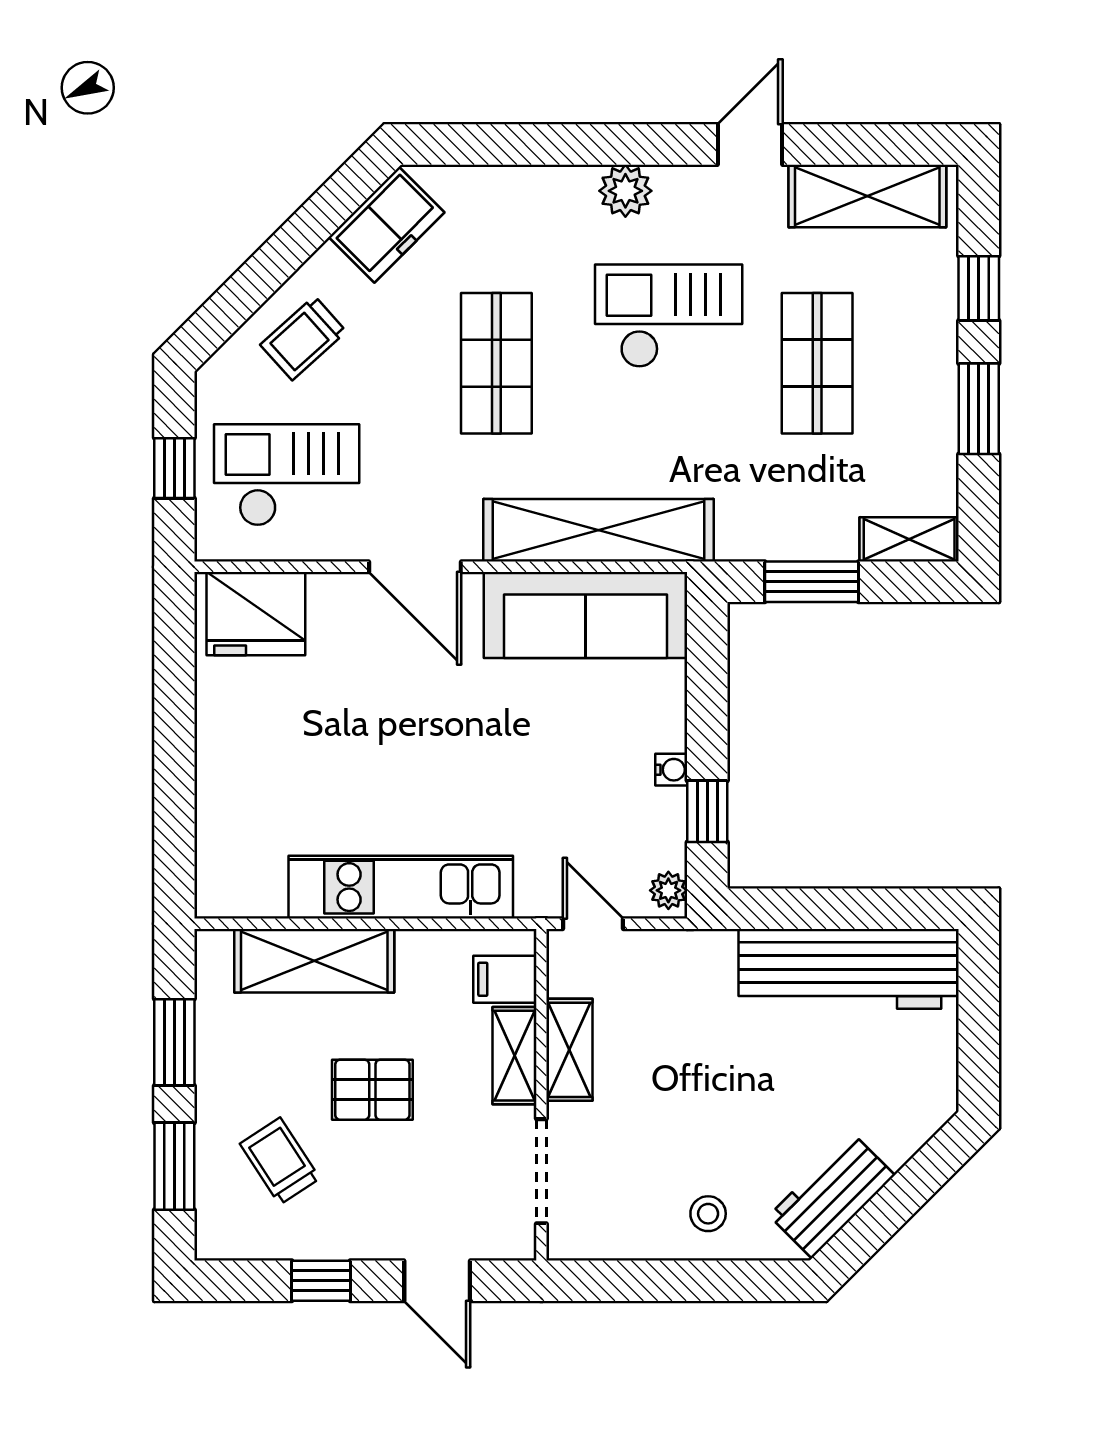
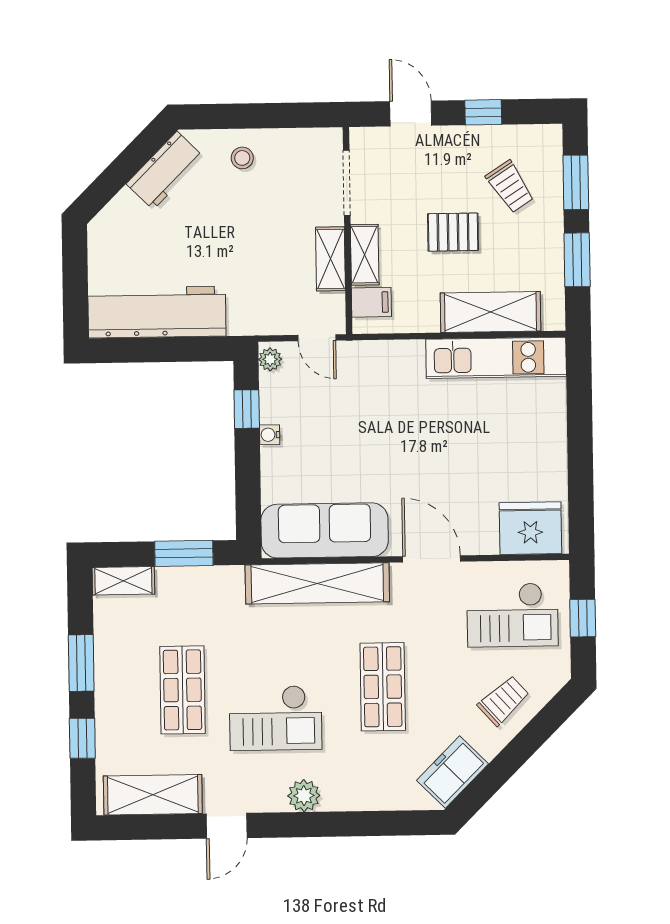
kitchen unit: (401, 887) -> (496, 358), moved

